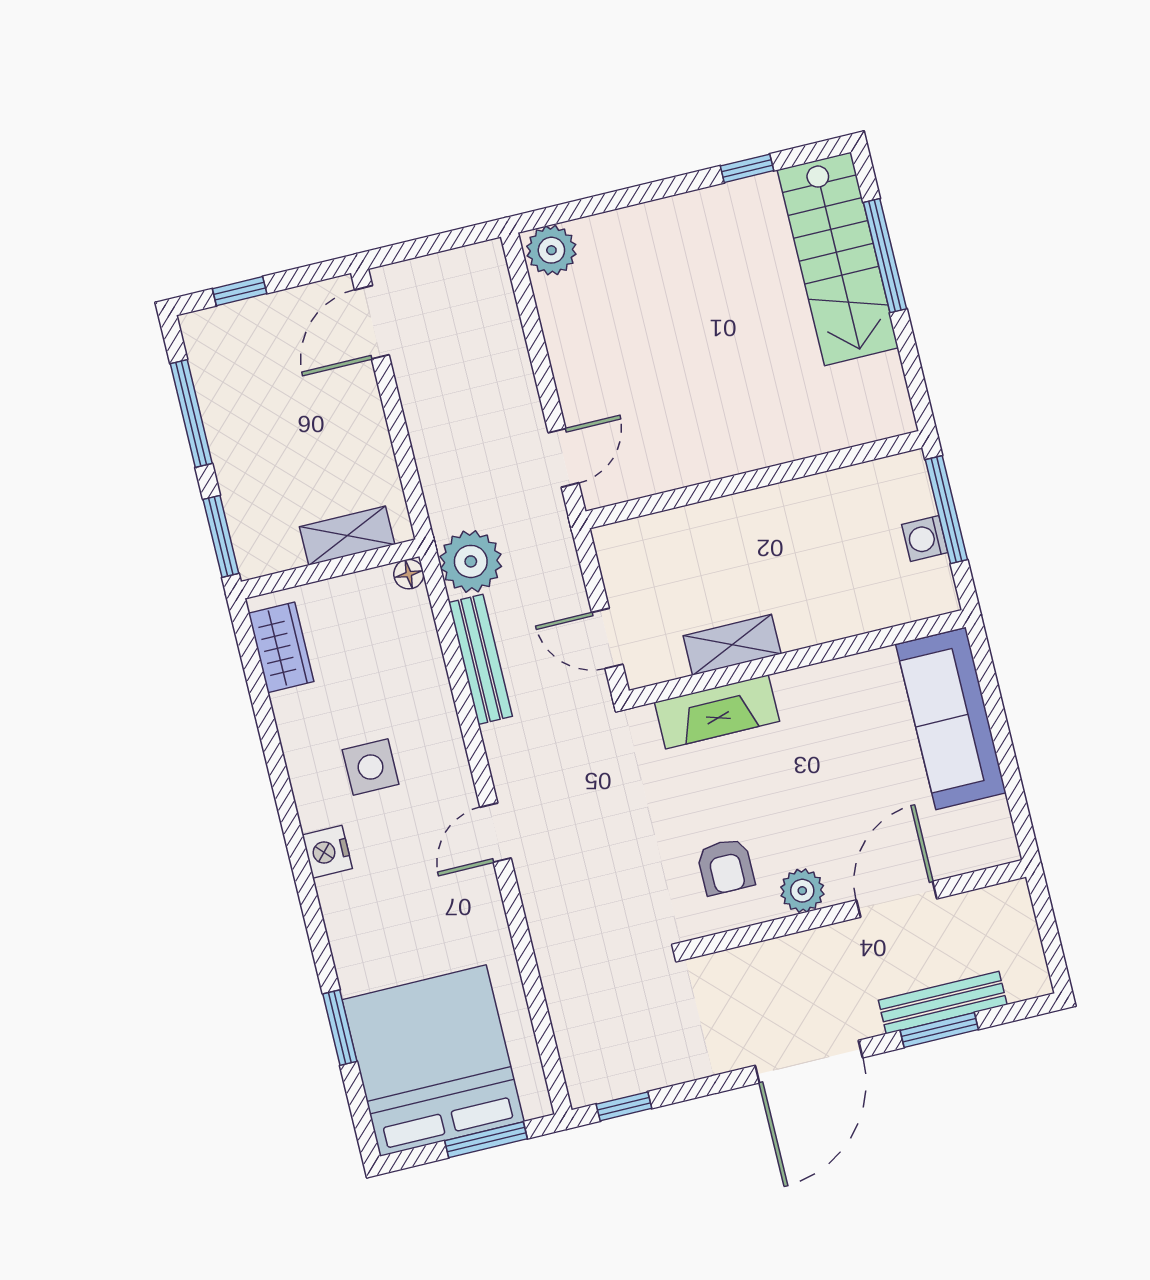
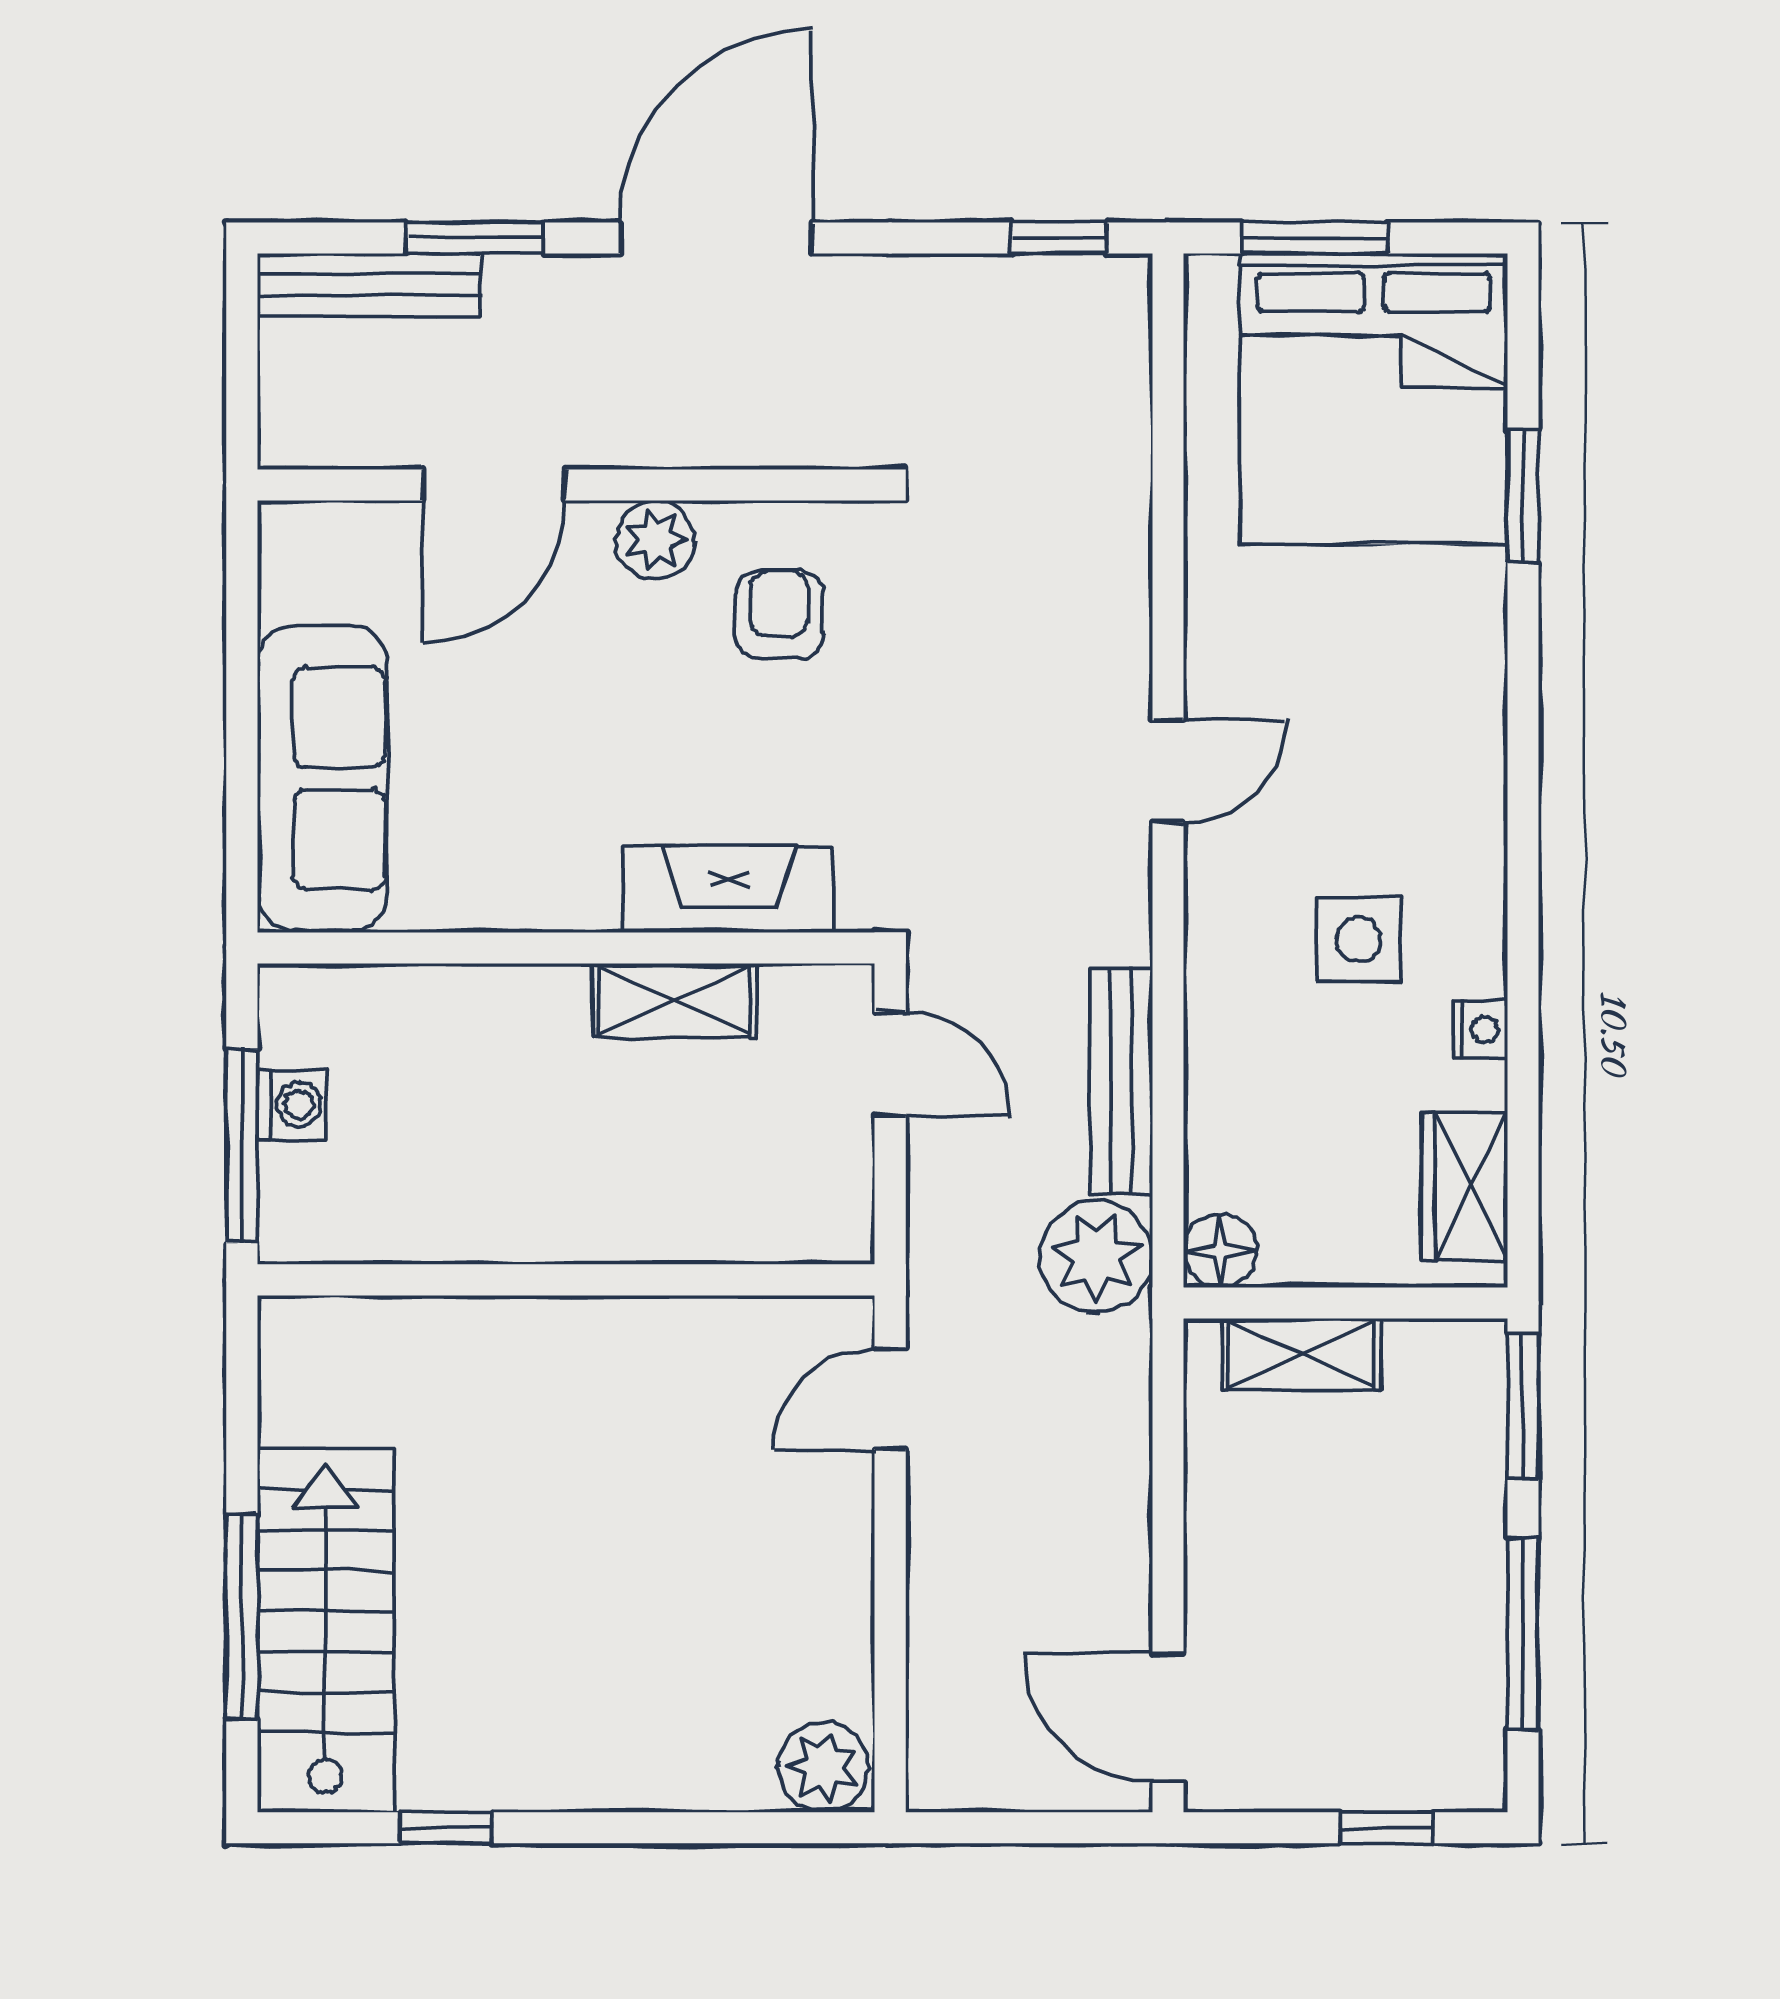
door: (372, 322) -> (1168, 1717), swing flipped
floor lamp: (409, 574) -> (1220, 1251), width x1.37, depth x1.37
nightstand: (327, 852) -> (1480, 1029), moved, width x0.72, depth x0.74
bench: (943, 1003) -> (369, 285), moved

